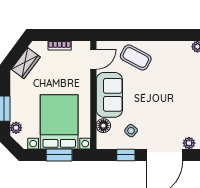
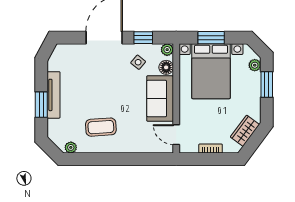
coffee table: (136, 57) -> (101, 127), moved, turned -32
door: (93, 59) -> (176, 135), hinge flipped
plant: (189, 143) -> (167, 50), moved

